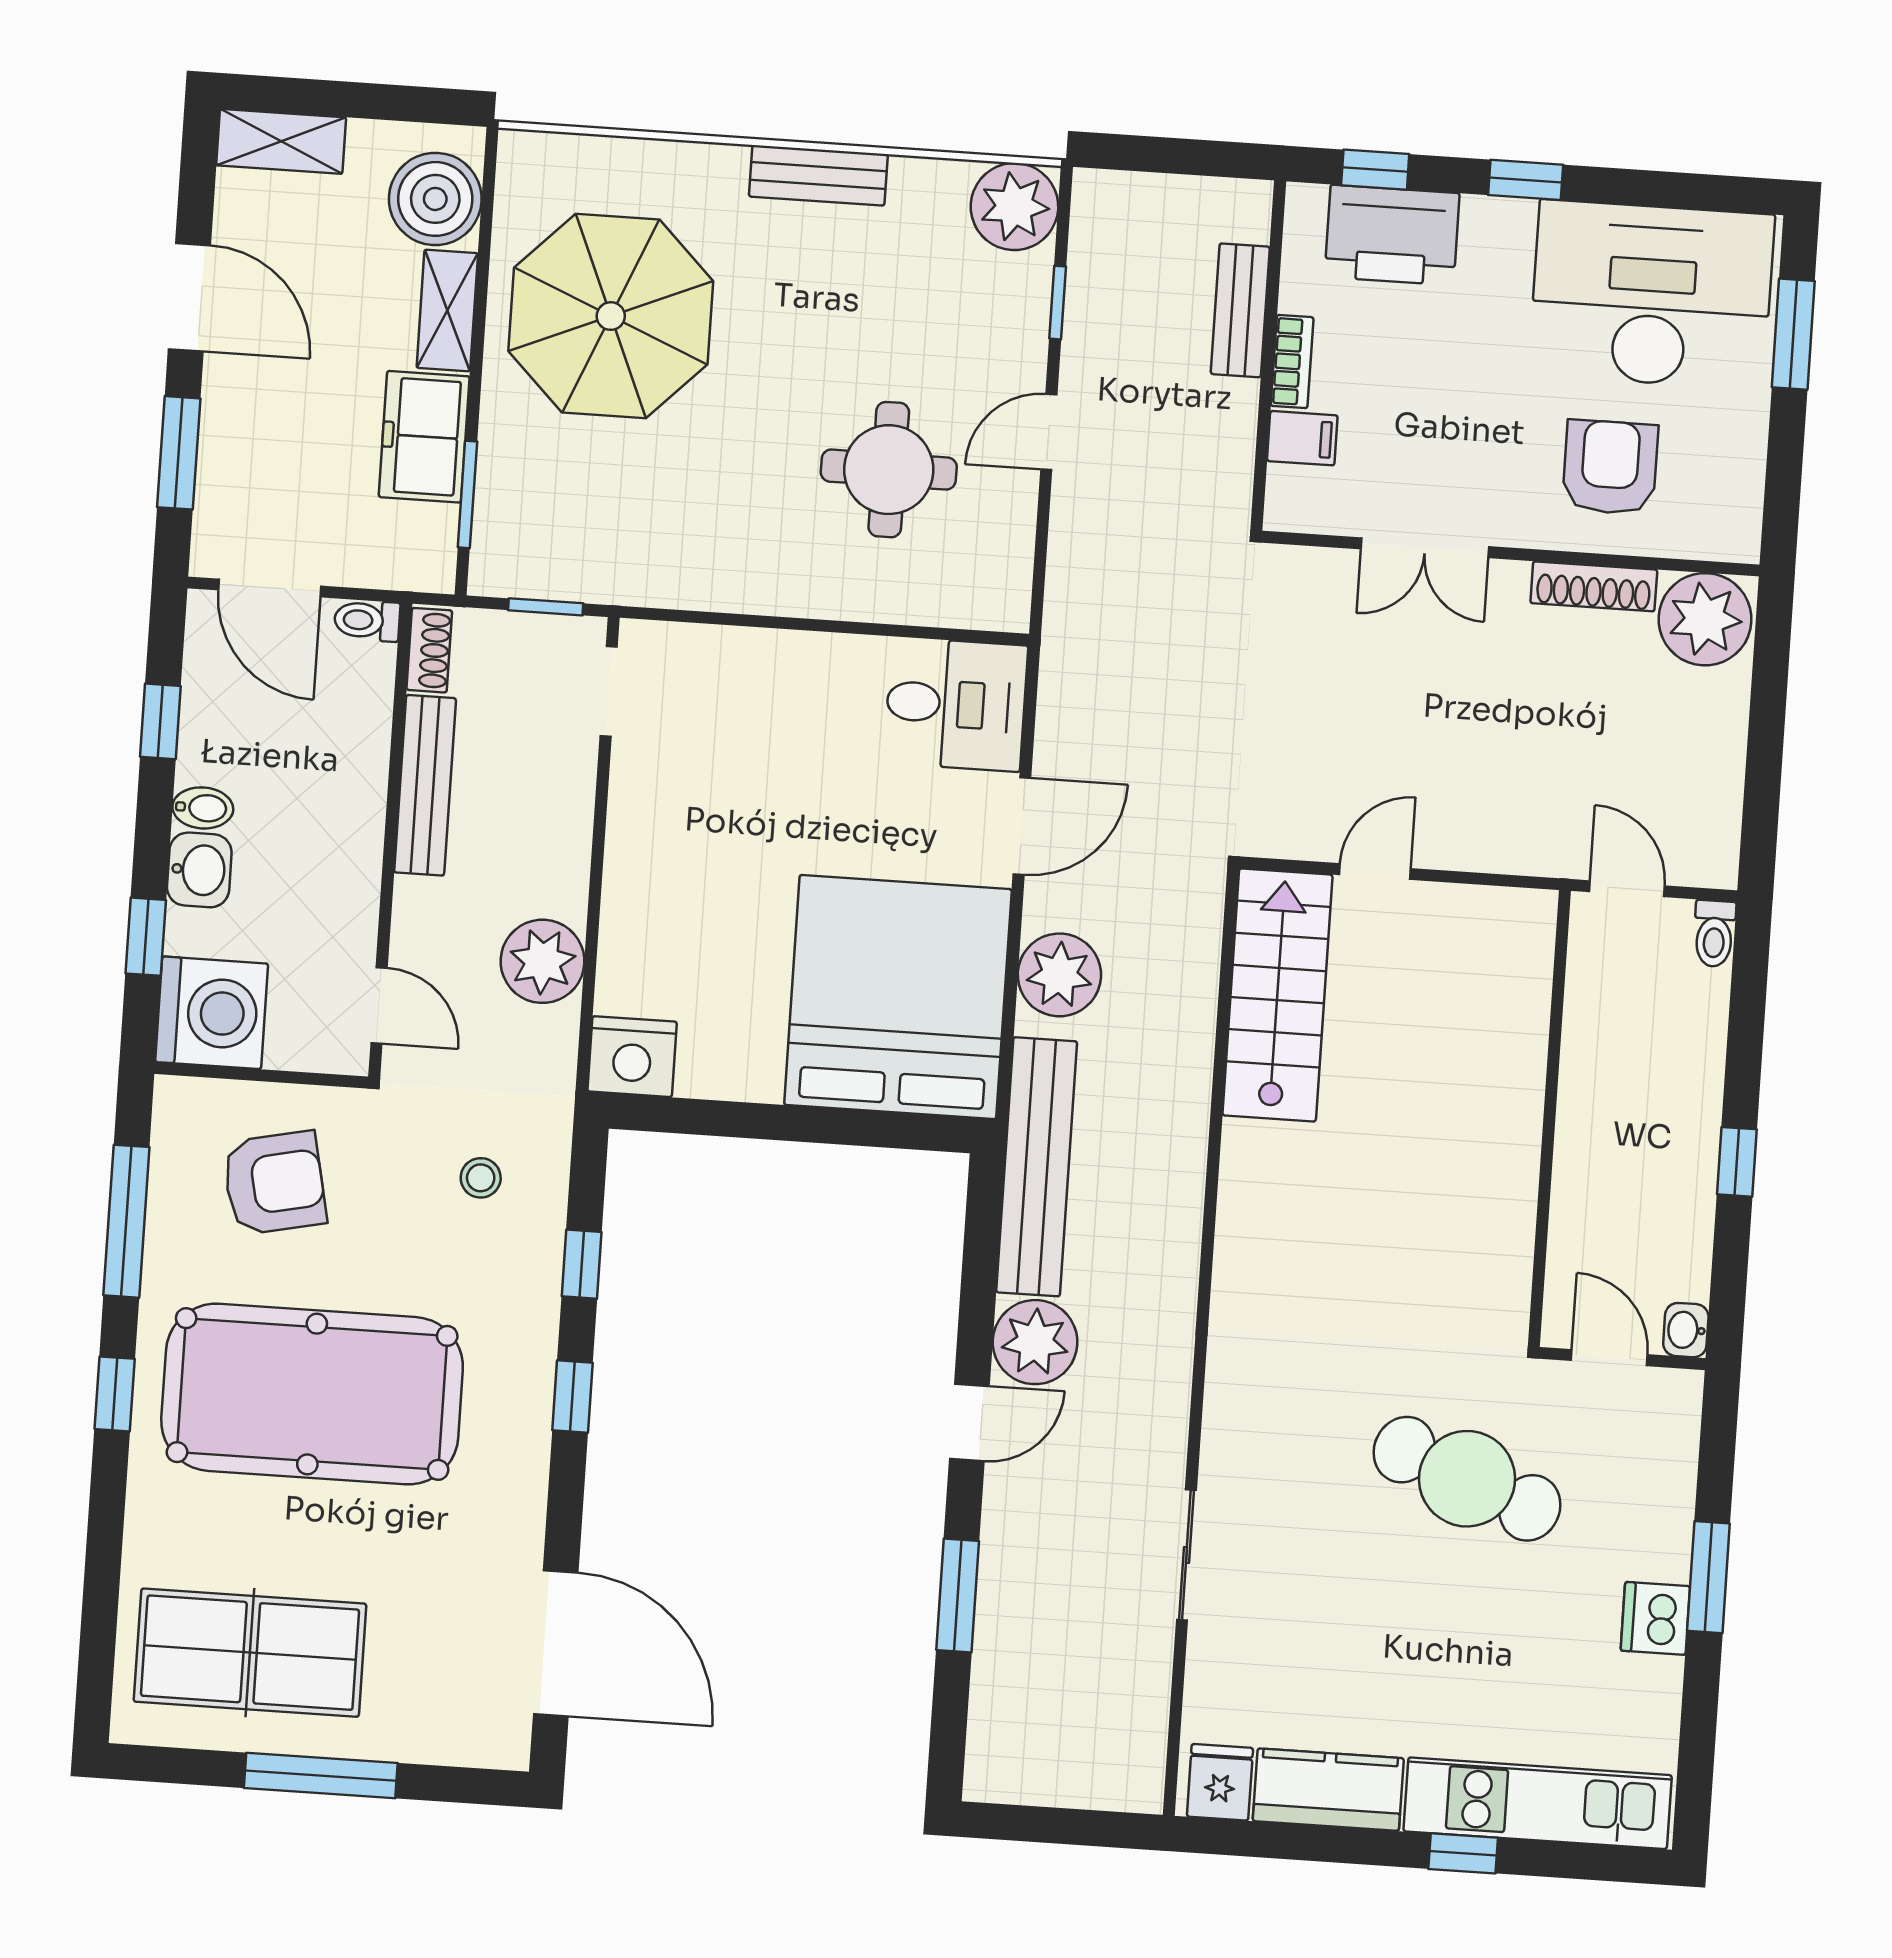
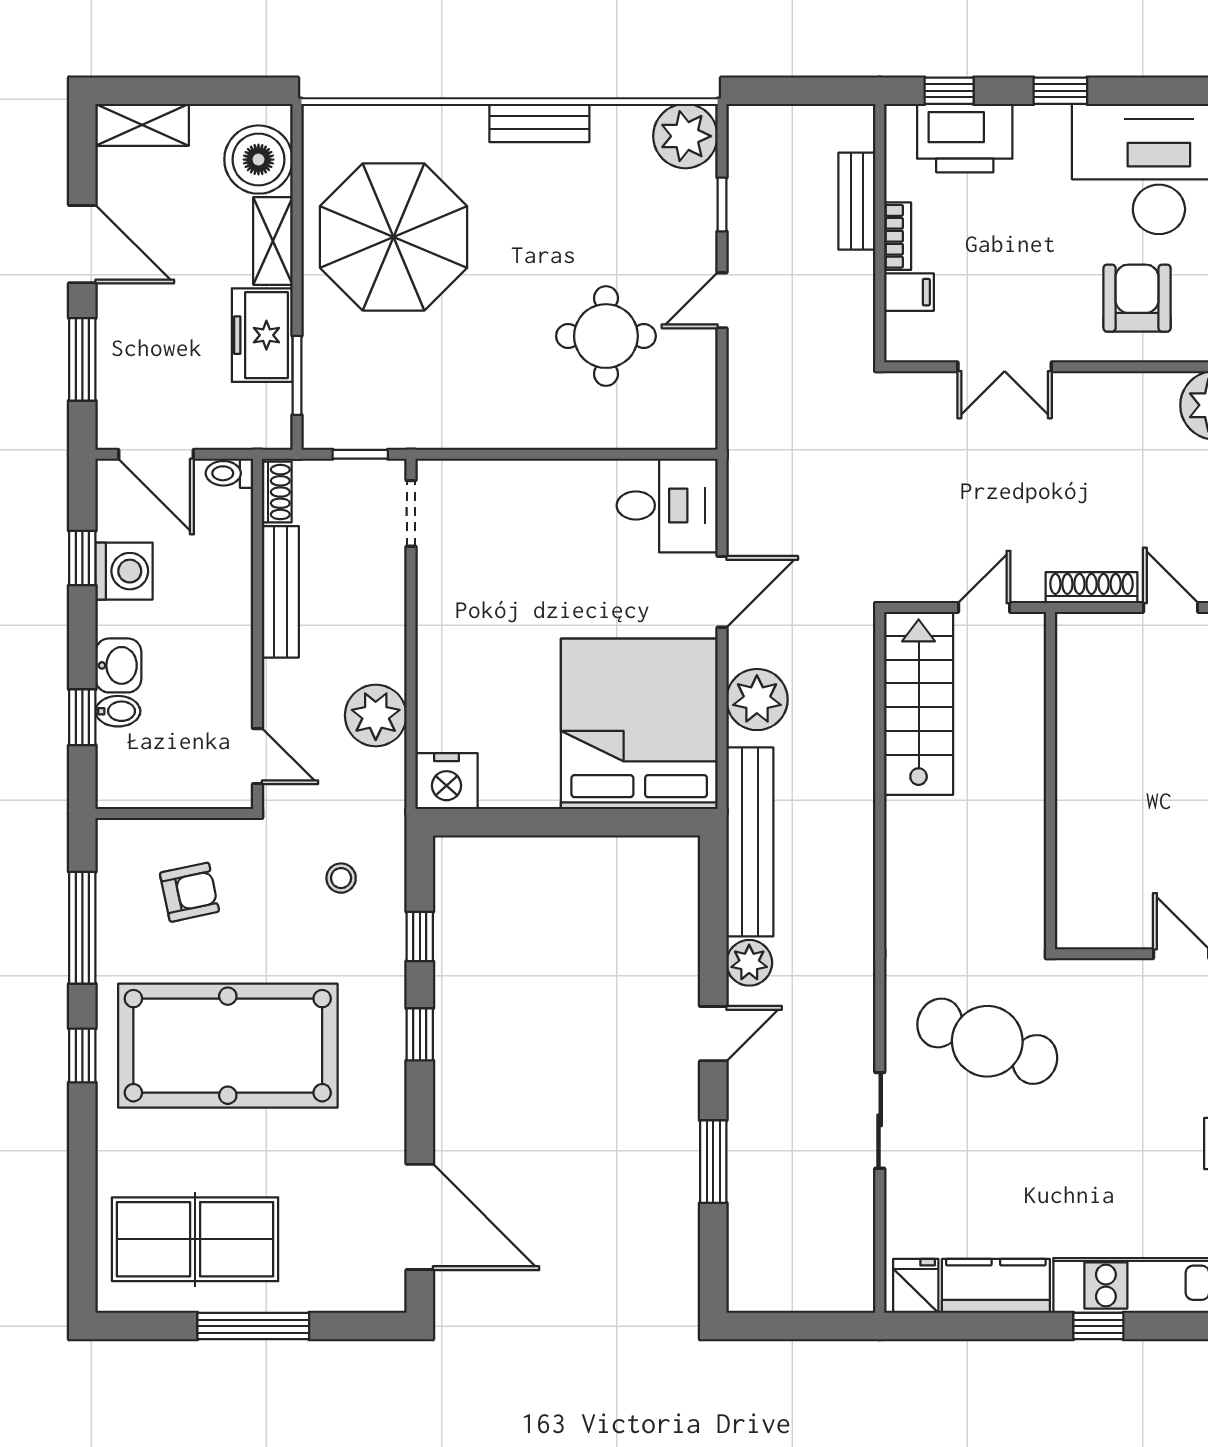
shoe rack: (1594, 586) -> (1092, 588), moved, turned 180
bidet: (203, 808) -> (118, 711), moved
washing machine: (212, 1013) -> (124, 571), moved, width x0.73, depth x0.73
wall: (1549, 1118) -> (1051, 781), moved
armchair: (274, 1183) -> (189, 892), width x0.72, depth x0.72
plant: (1035, 1342) -> (749, 963), width x0.73, depth x0.73
cafe table: (1467, 1479) -> (987, 1041), moved

